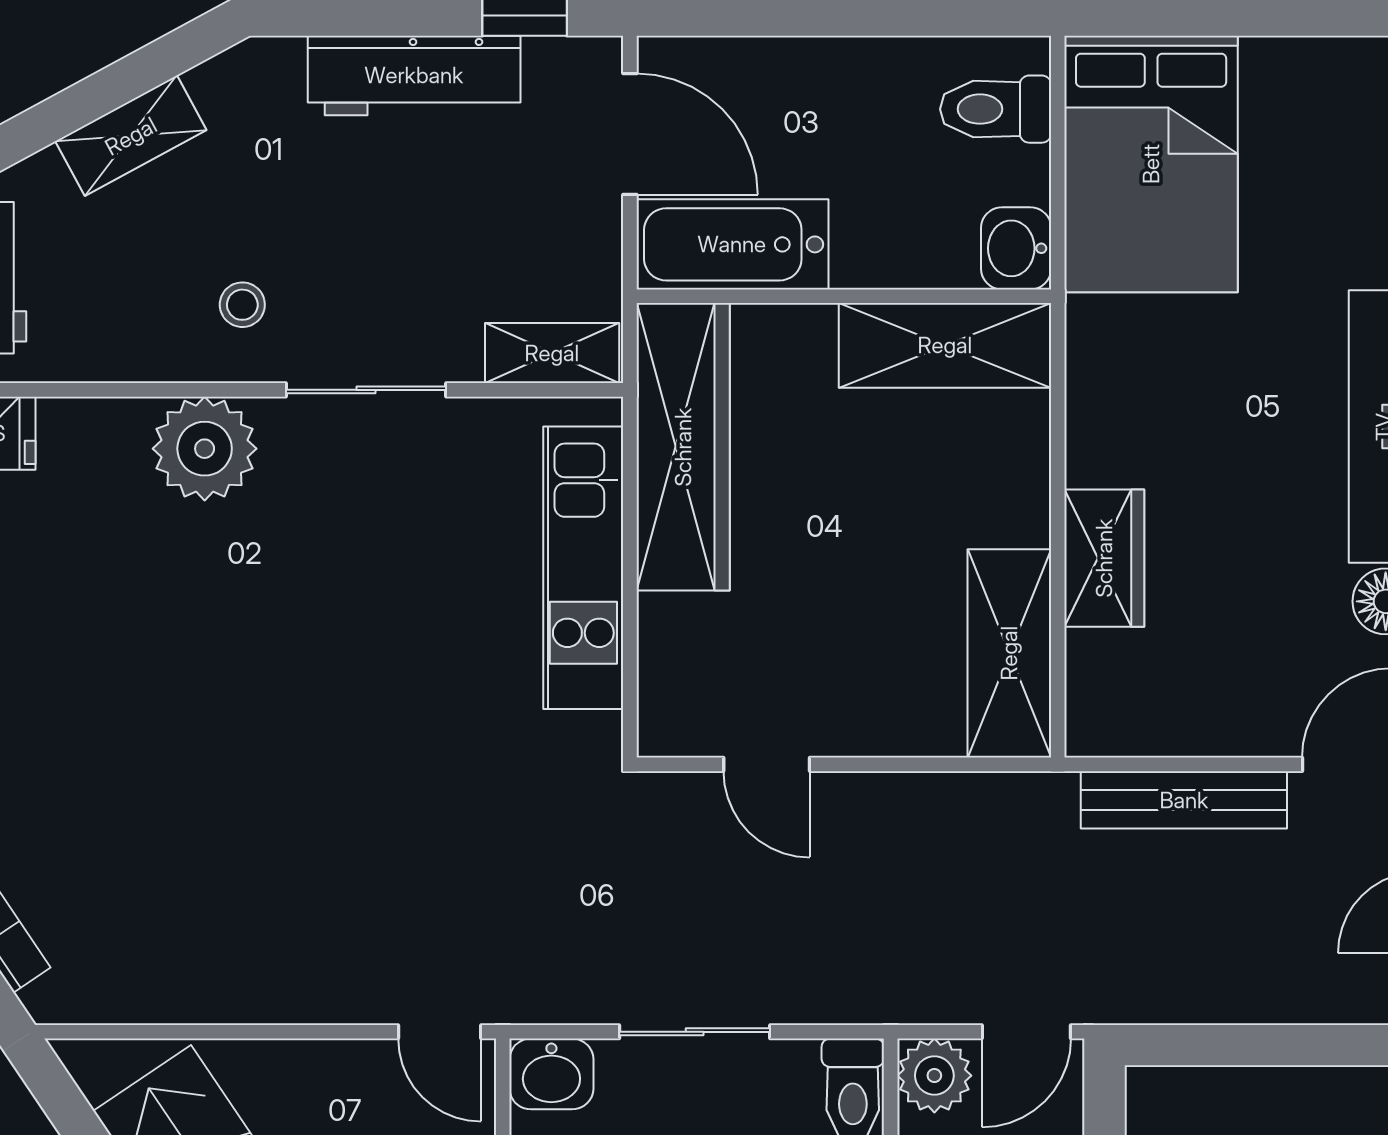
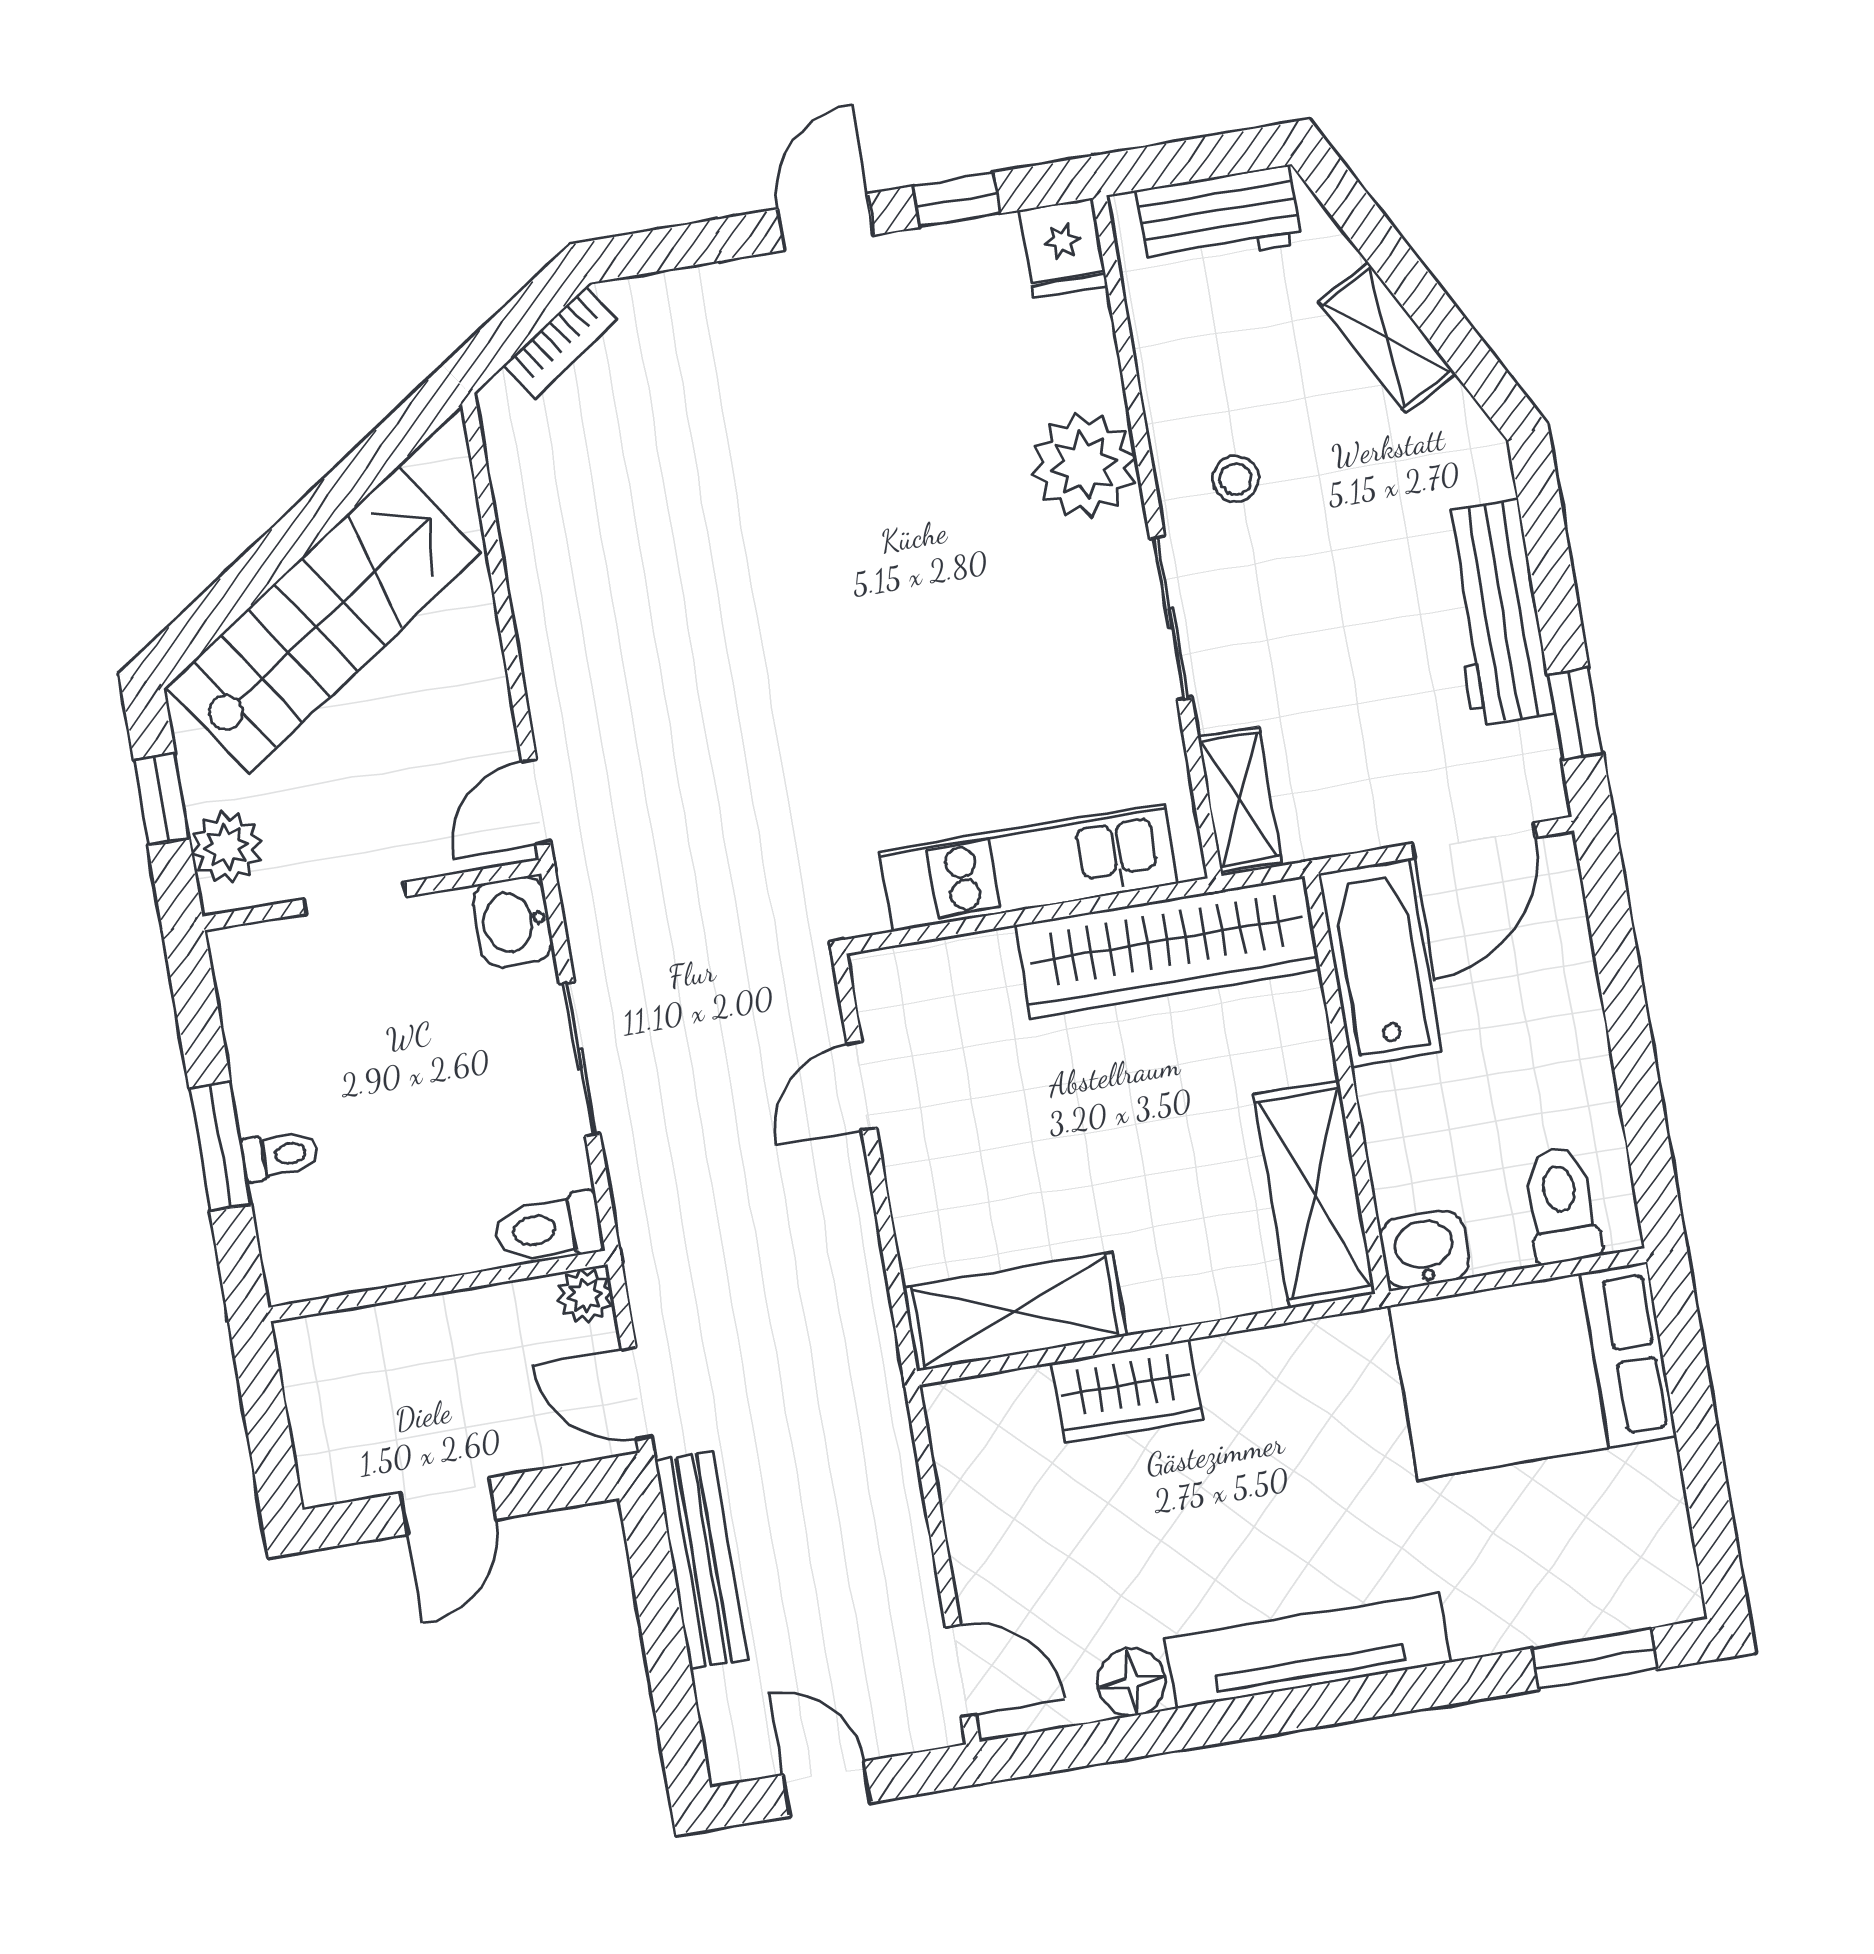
bench: (1184, 800) -> (701, 1560), moved
plant: (934, 1076) -> (585, 1296), width x0.73, depth x0.73

